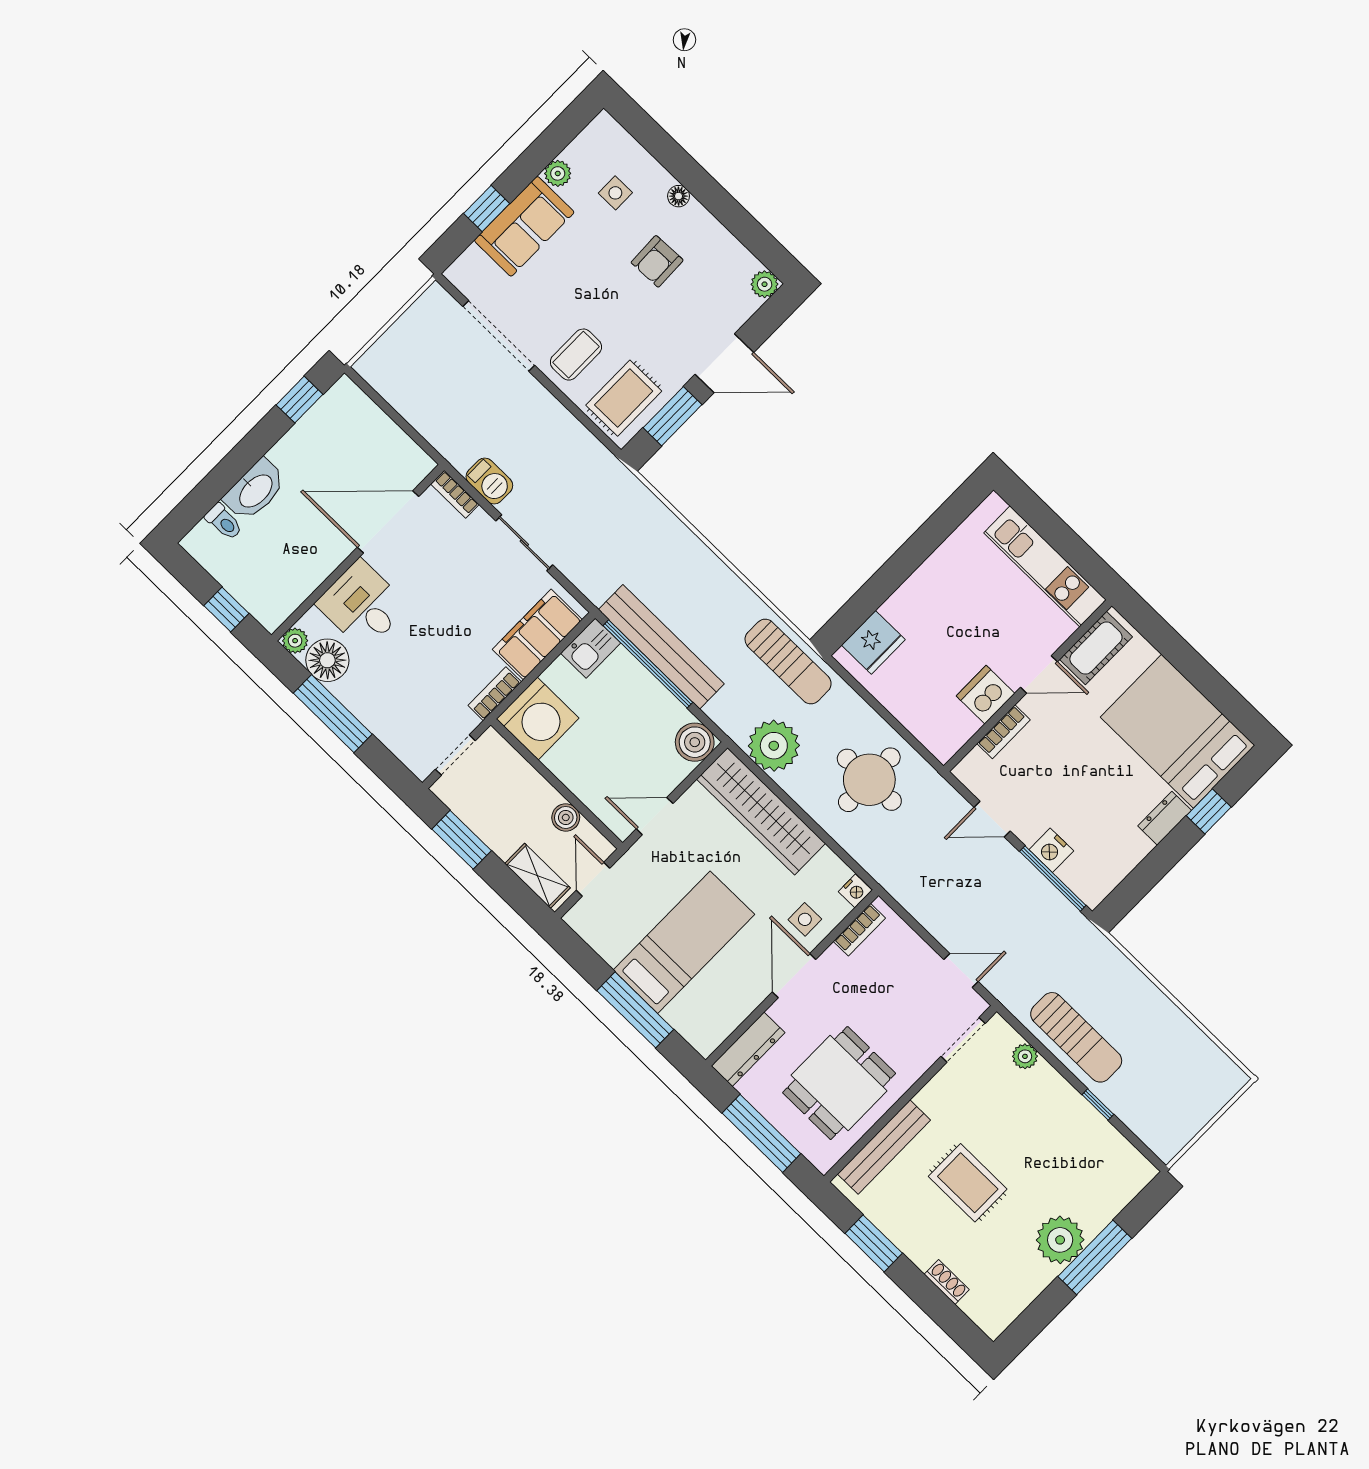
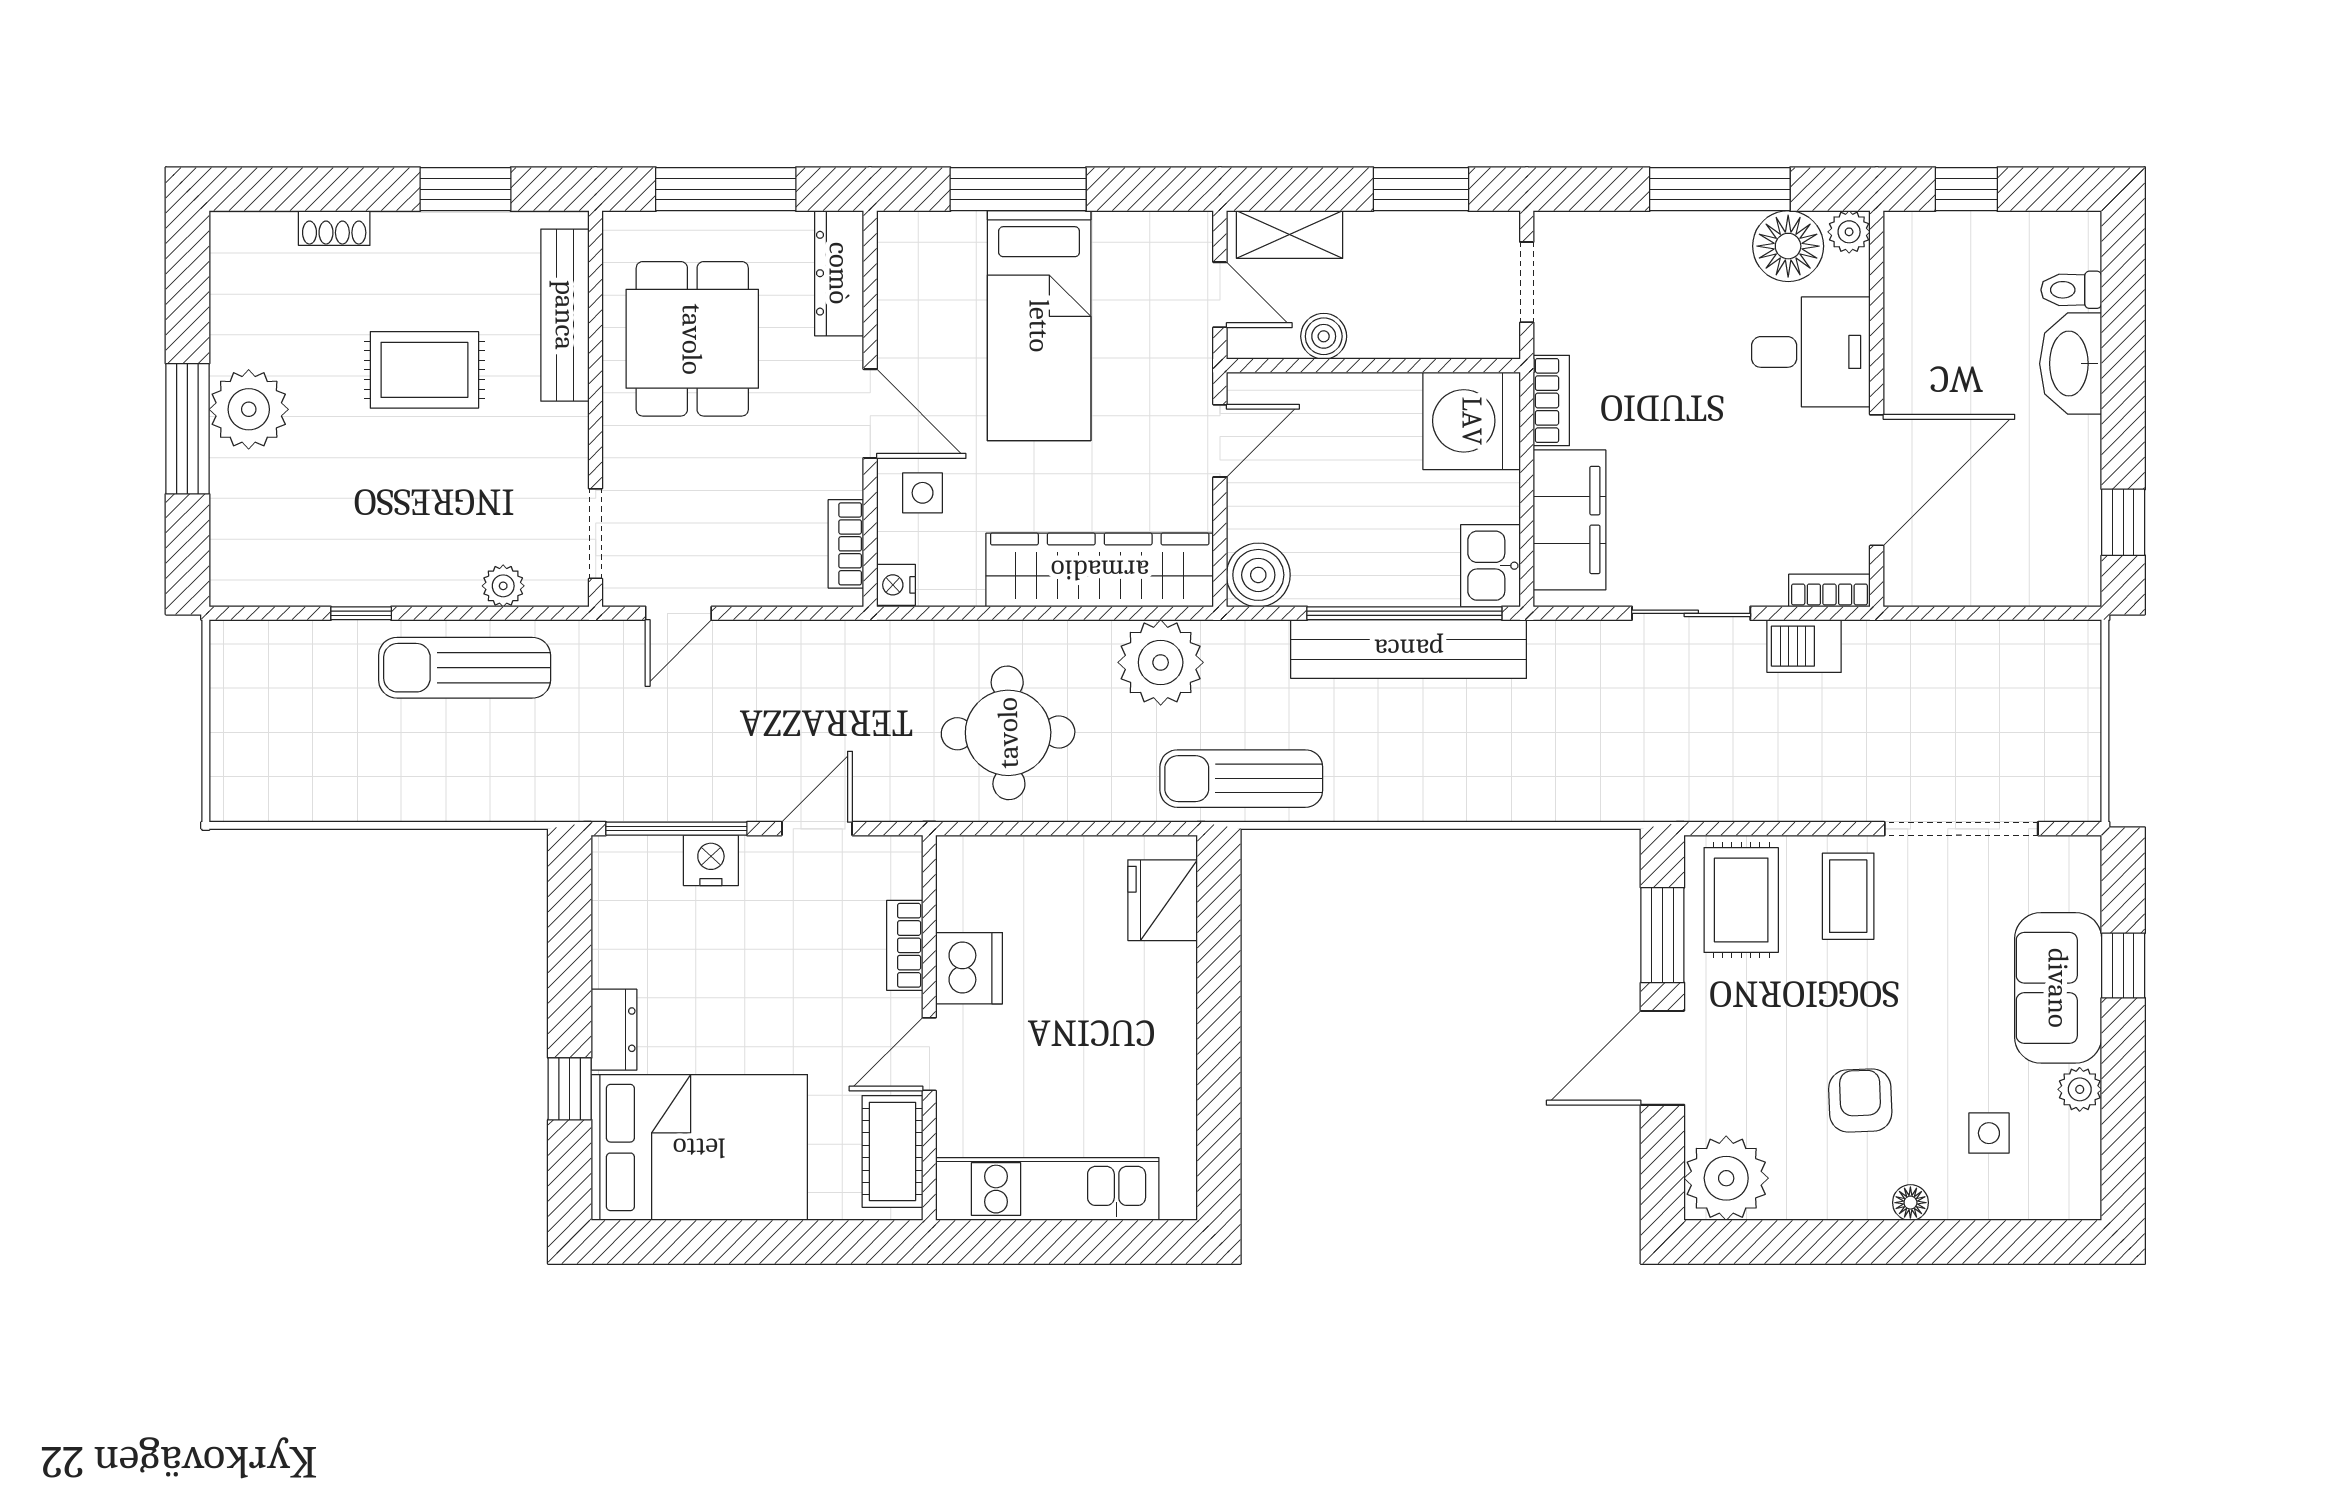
plant: (765, 284) -> (1726, 1178), width x1.88, depth x1.88

